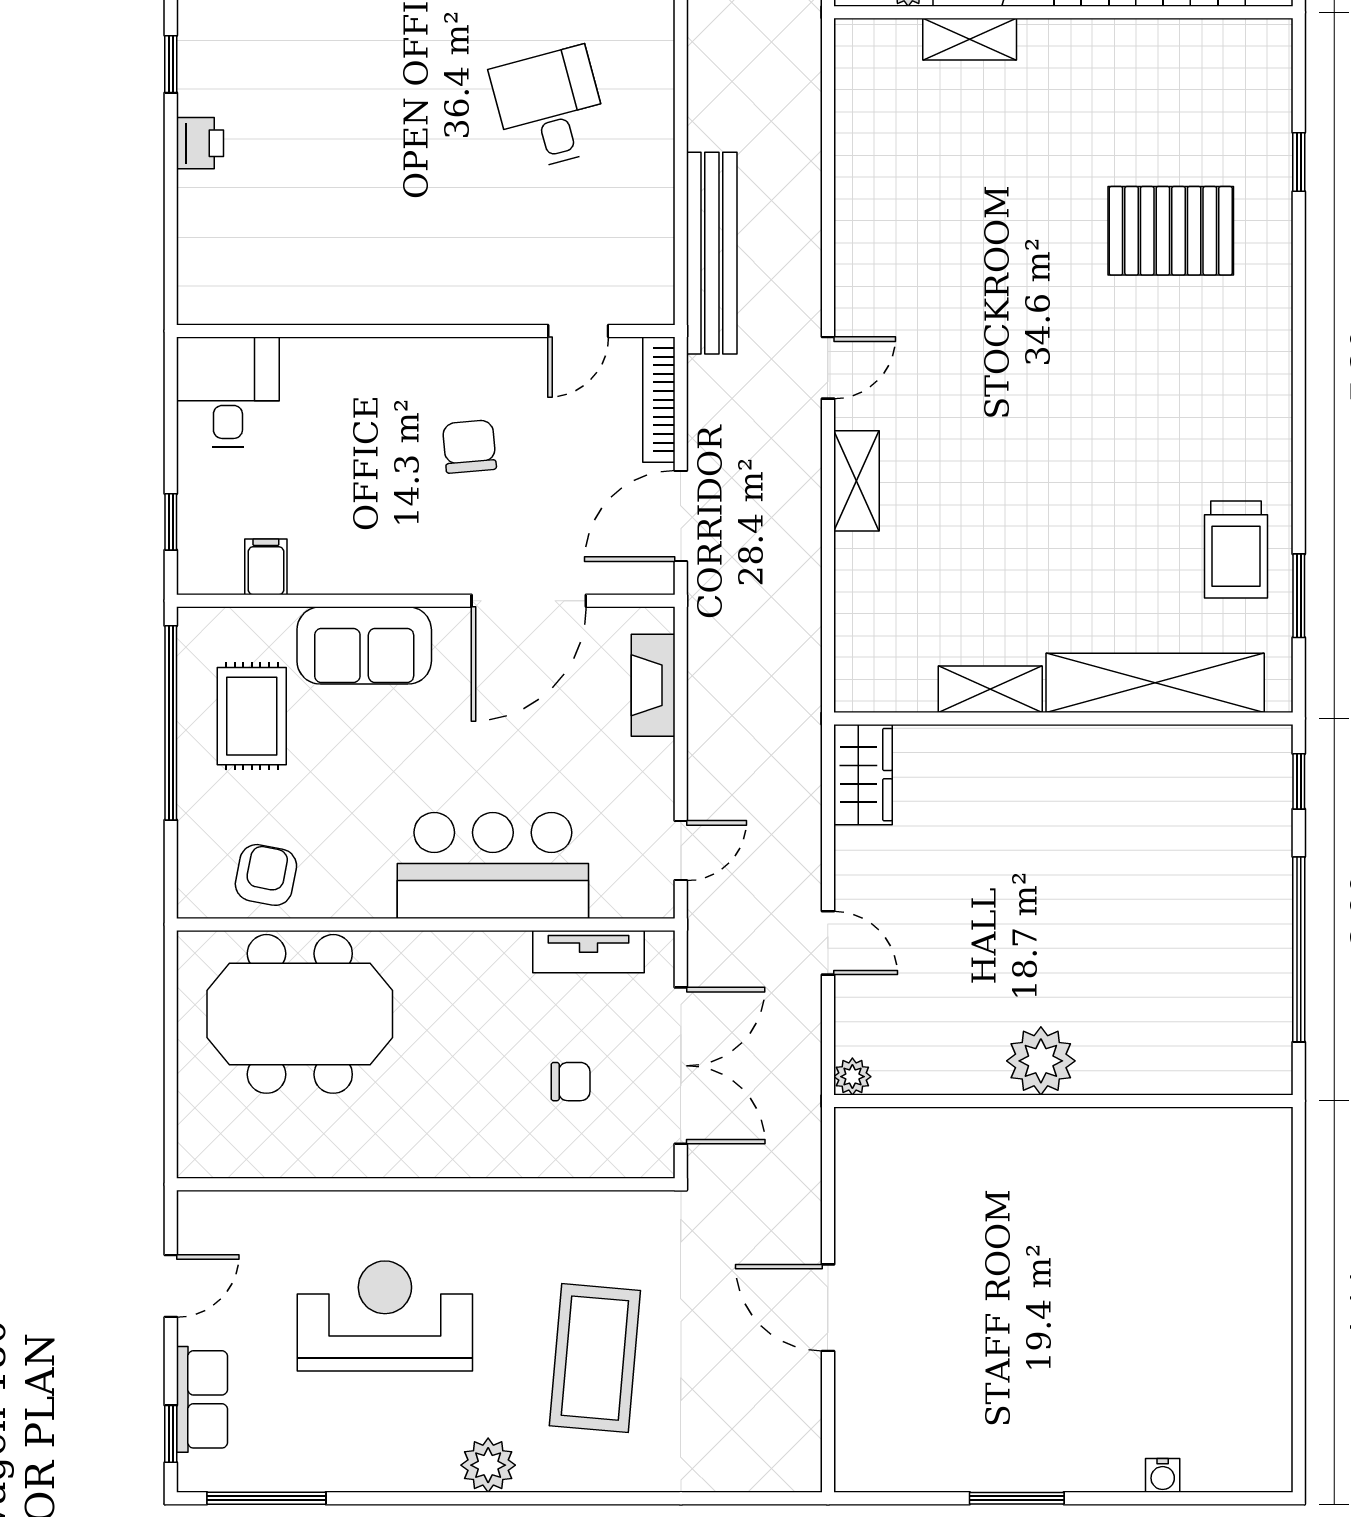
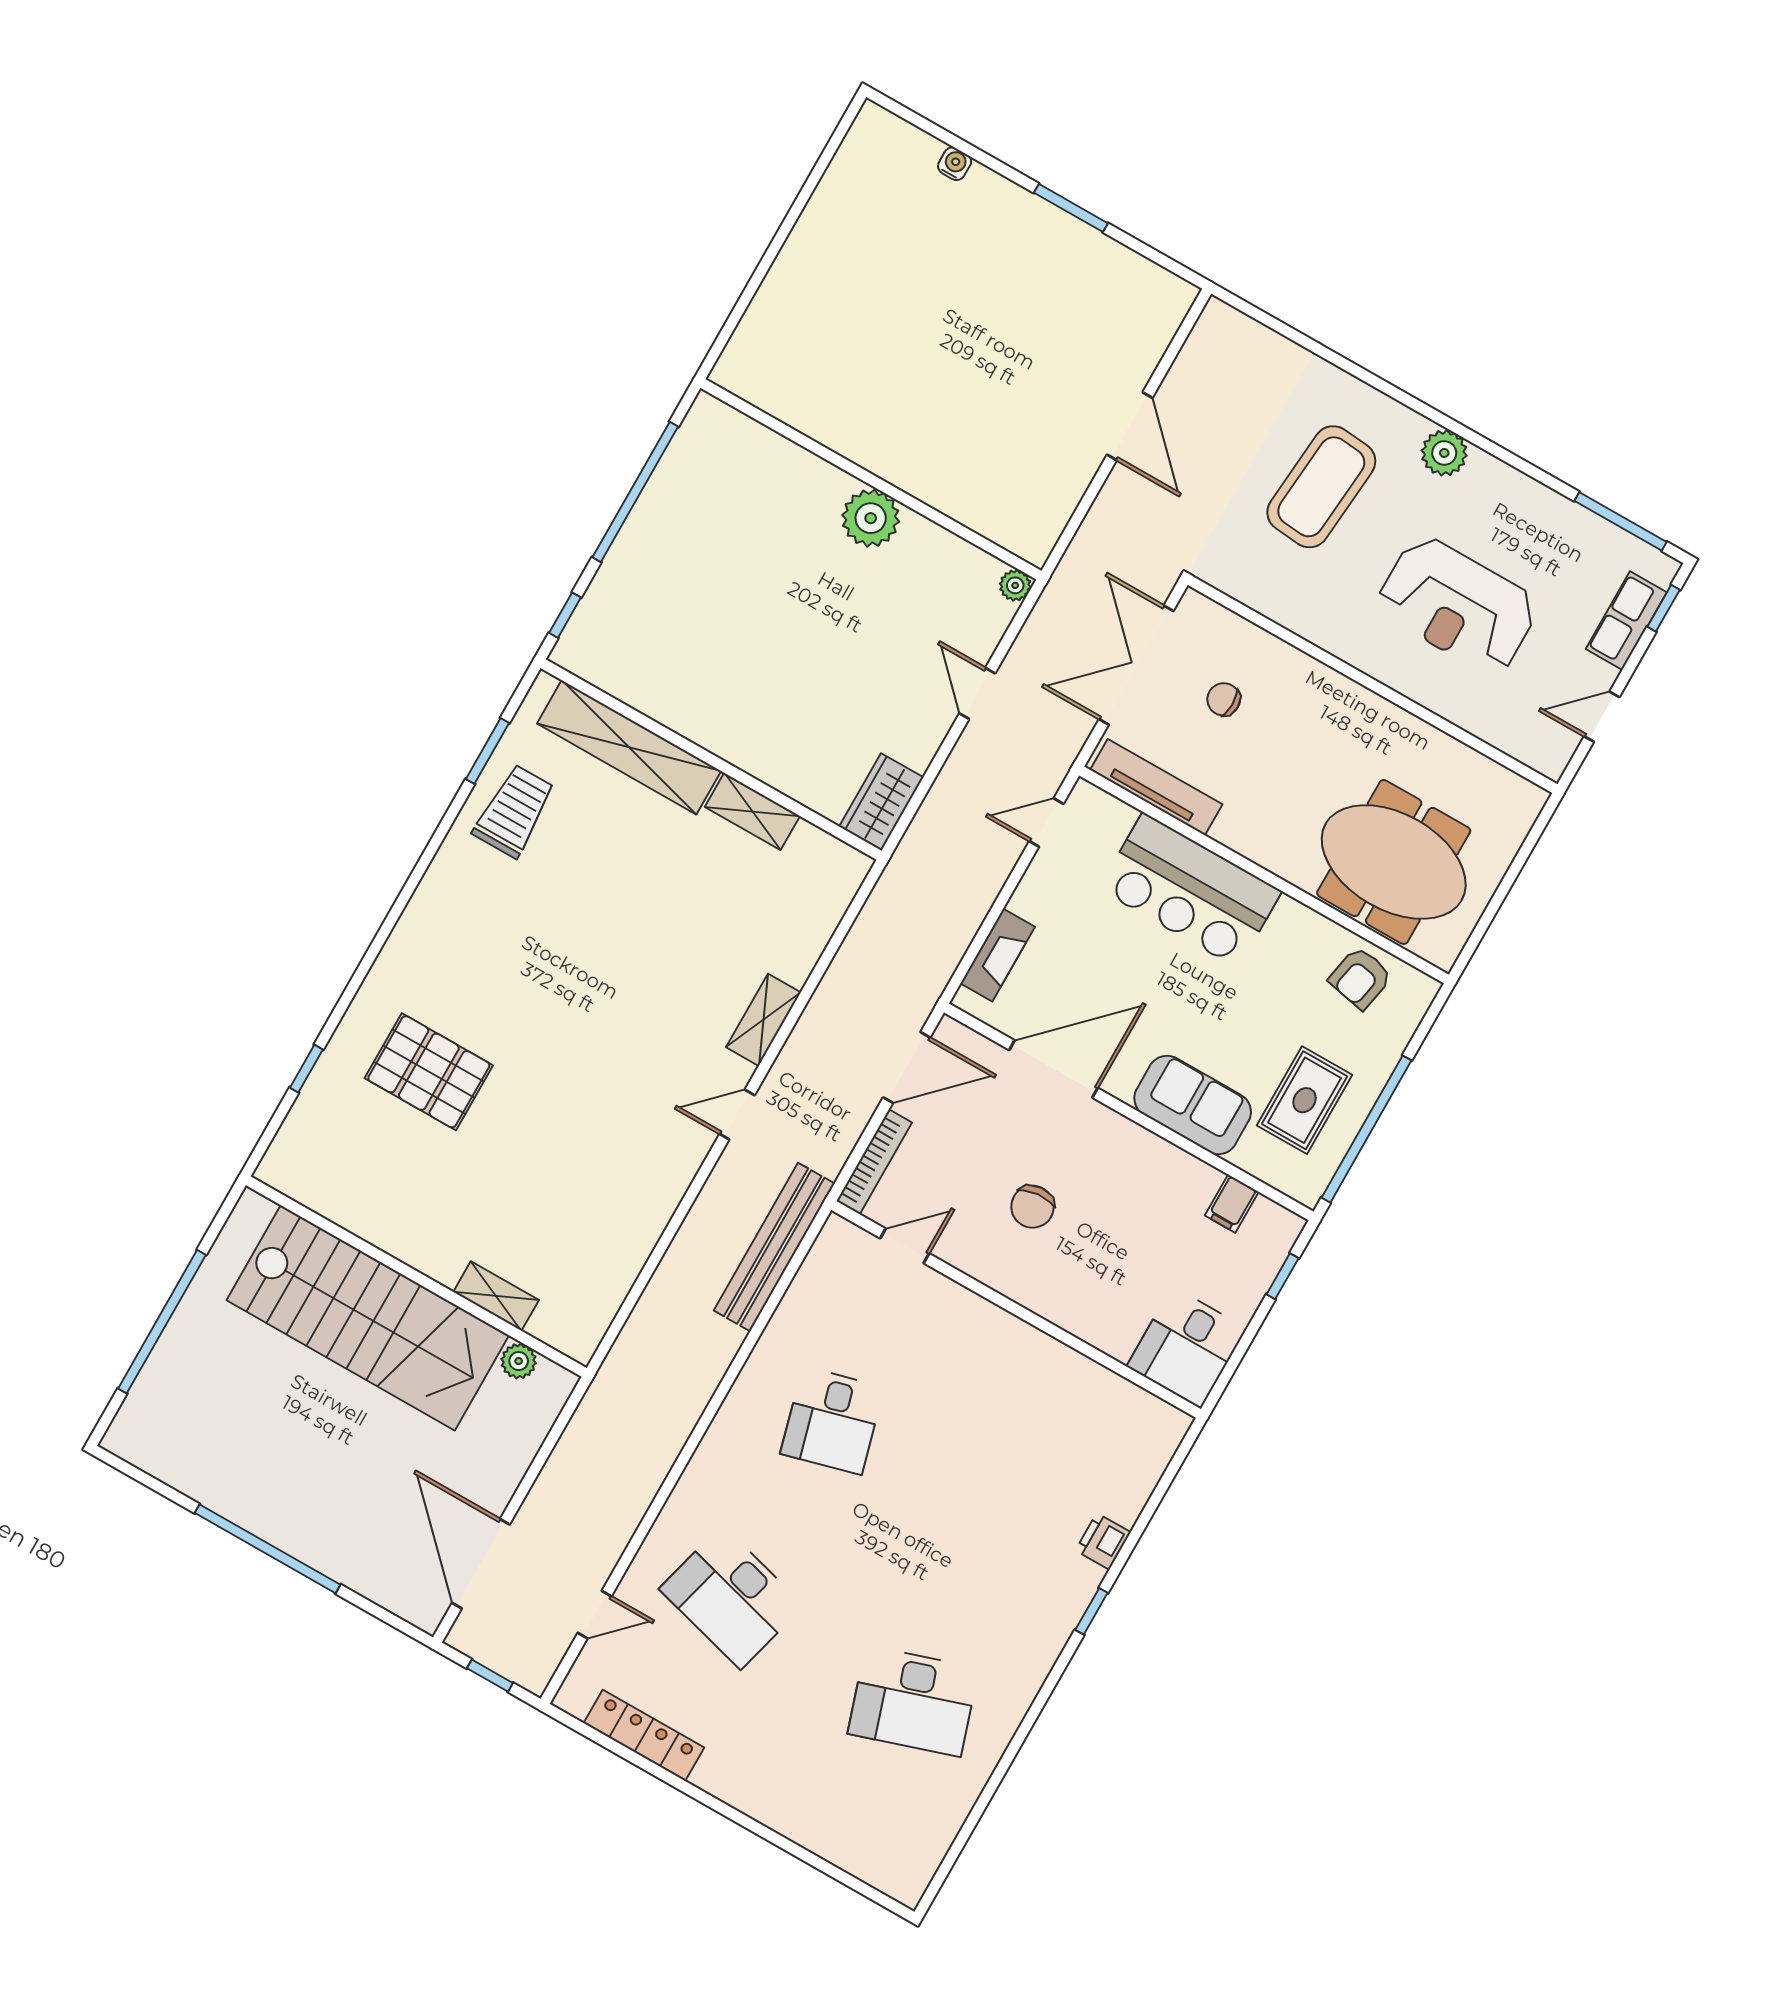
tv unit: (588, 952) -> (1156, 787), width x1.41

